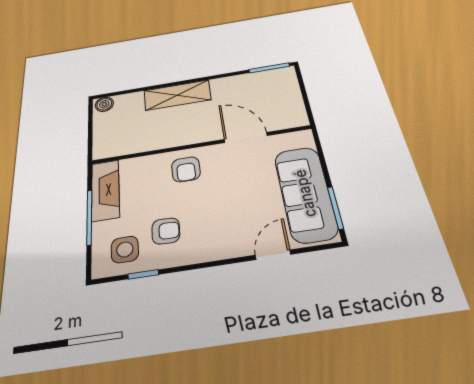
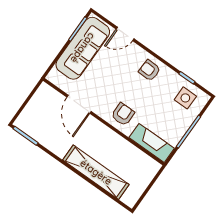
shelving: (177, 95) -> (96, 172), width x1.47
boiler: (104, 104) -> (129, 199), removed
fireplace: (105, 190) -> (152, 143), moved, turned 90
armchair: (166, 231) -> (149, 70), moved

